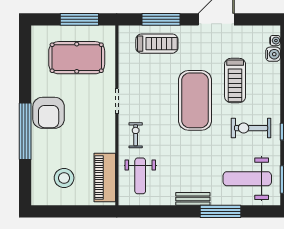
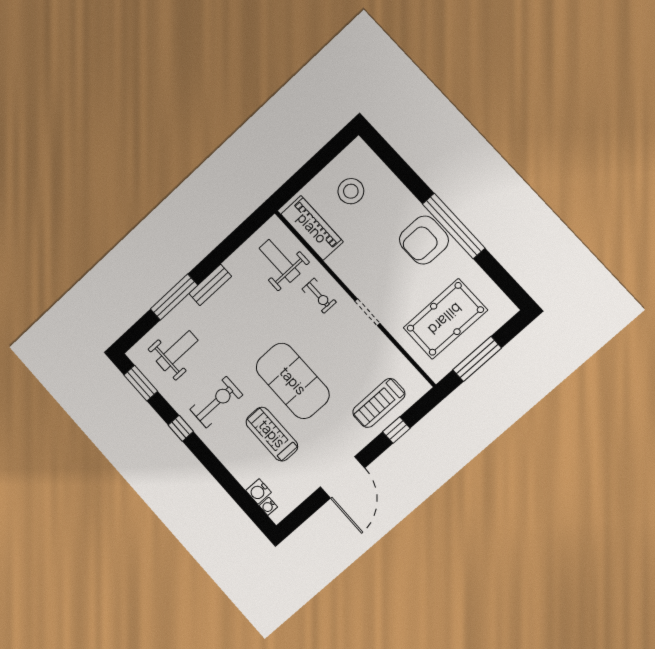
window: (161, 19) -> (396, 430), width x0.46
armchair: (49, 113) -> (424, 240), turned -90
window: (25, 131) -> (454, 226), moved
weight bench: (247, 179) -> (177, 351), width x0.73, depth x0.75

